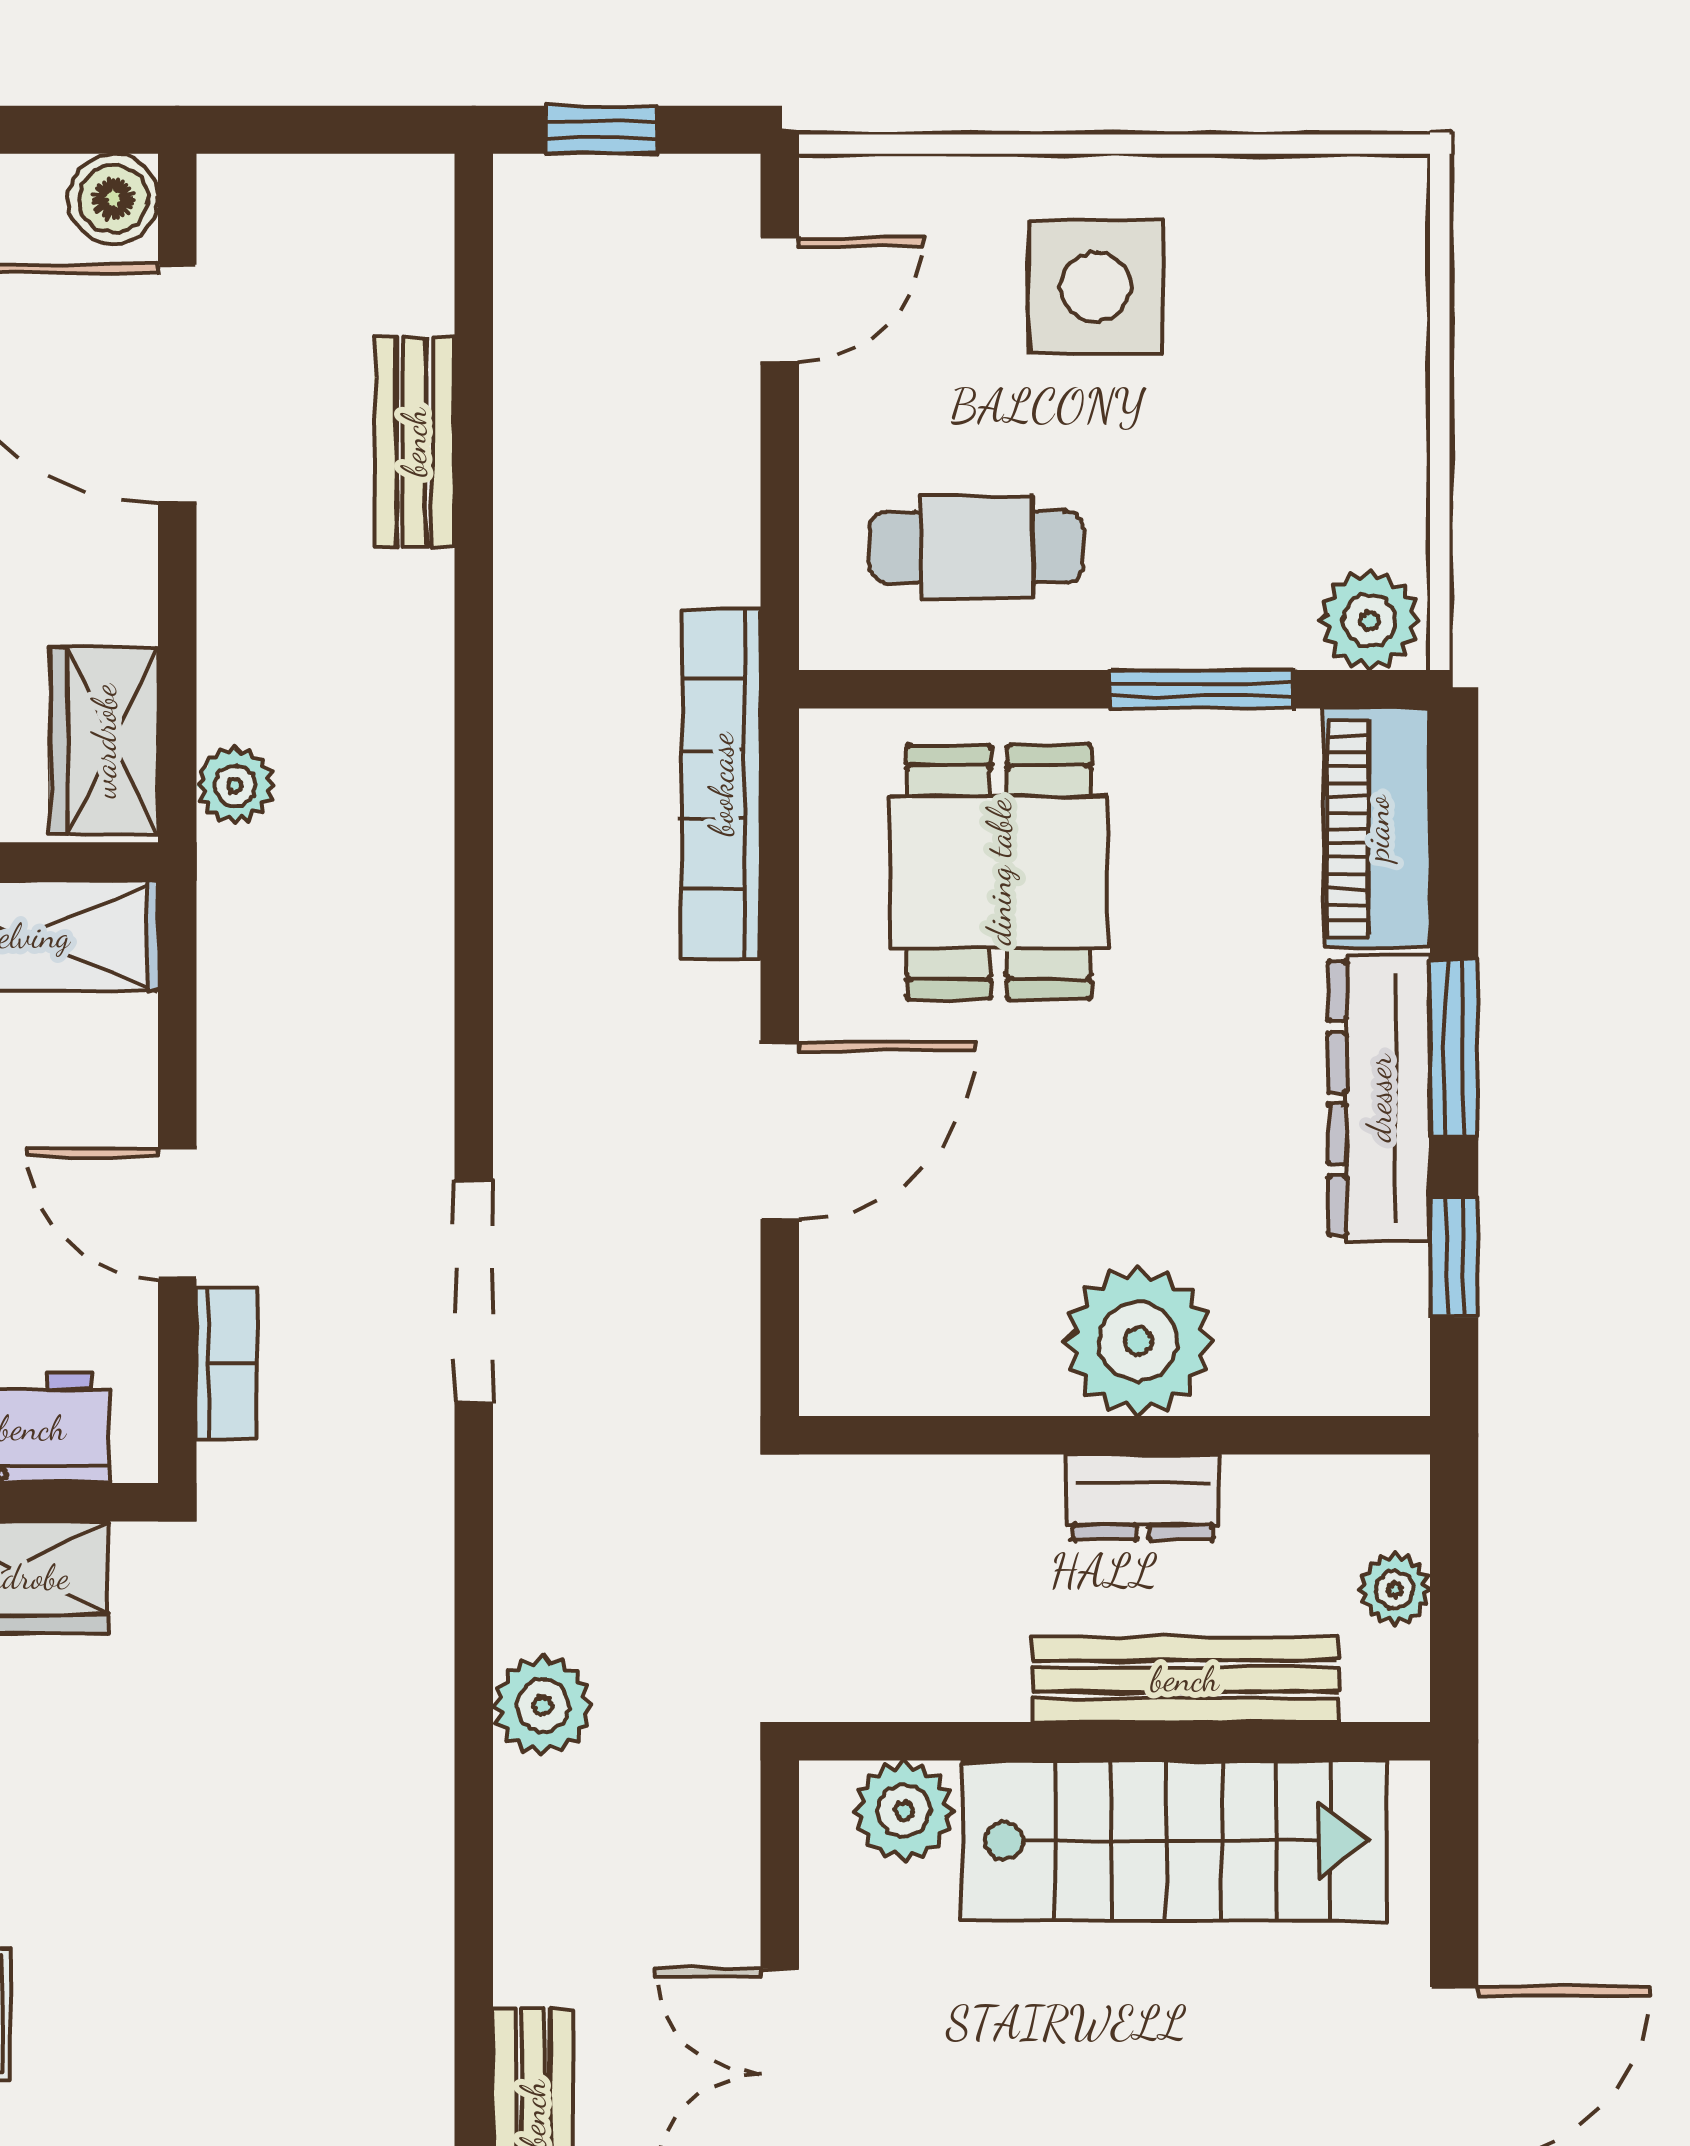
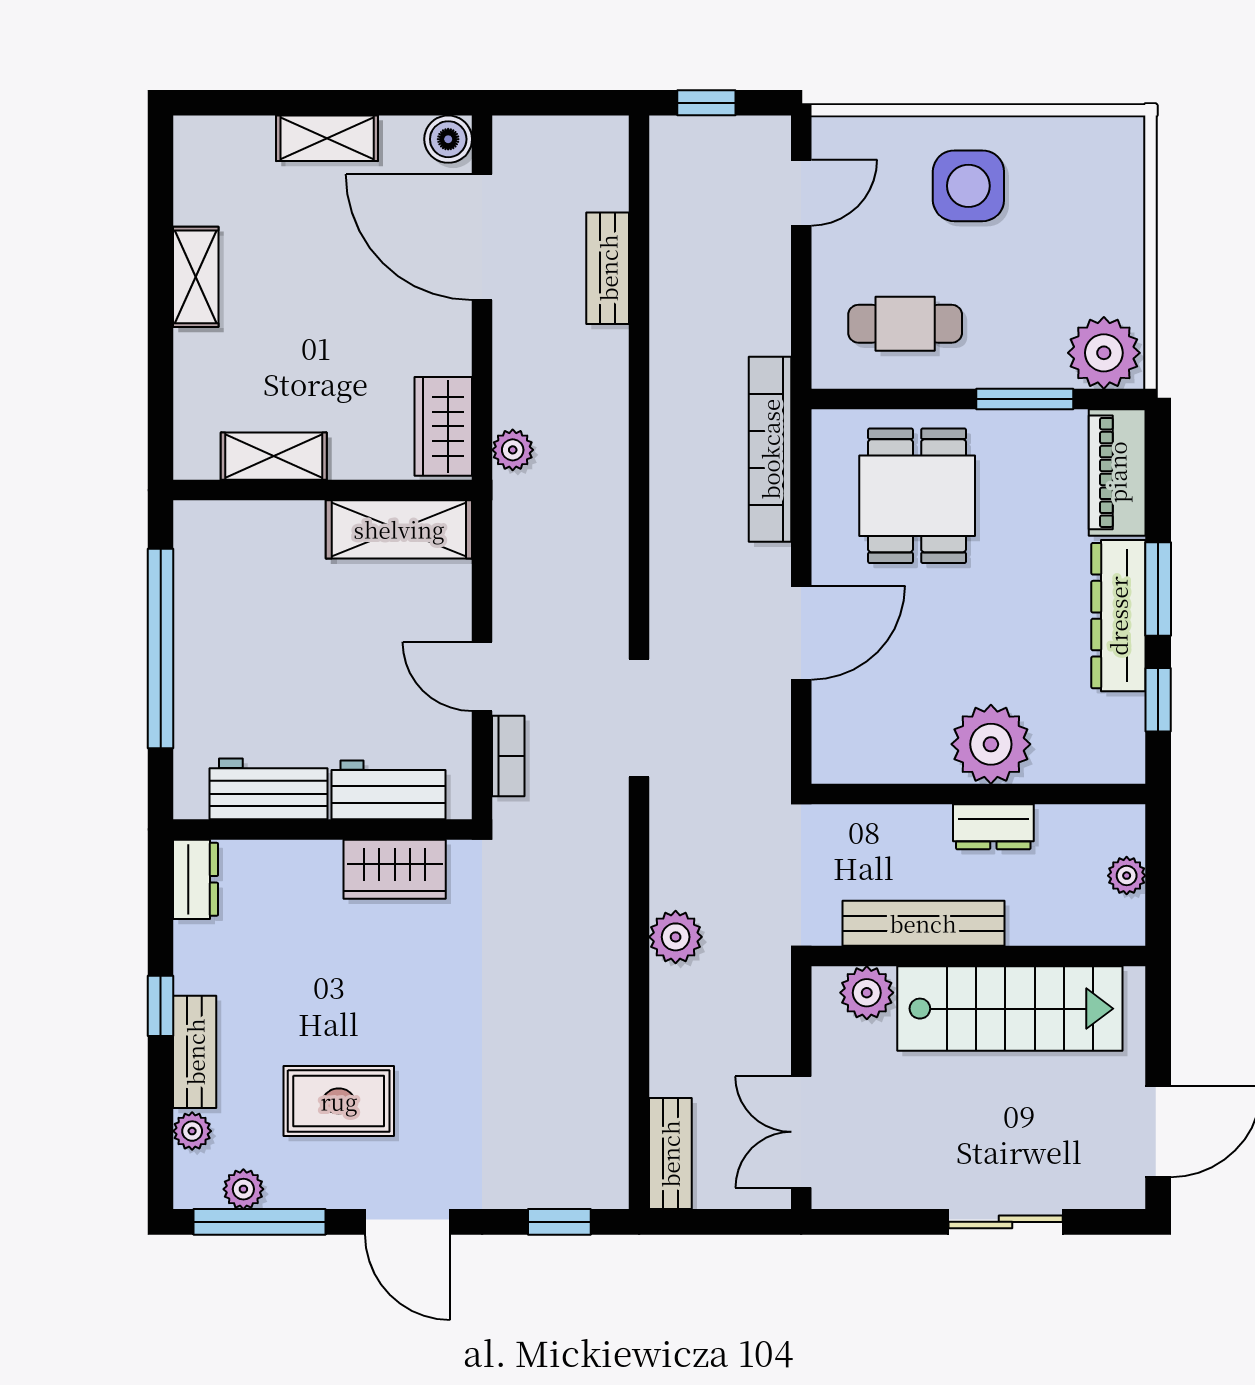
plant: (1370, 620) -> (1104, 353), width x1.36, depth x1.36
bench: (1185, 1679) -> (923, 923), moved

